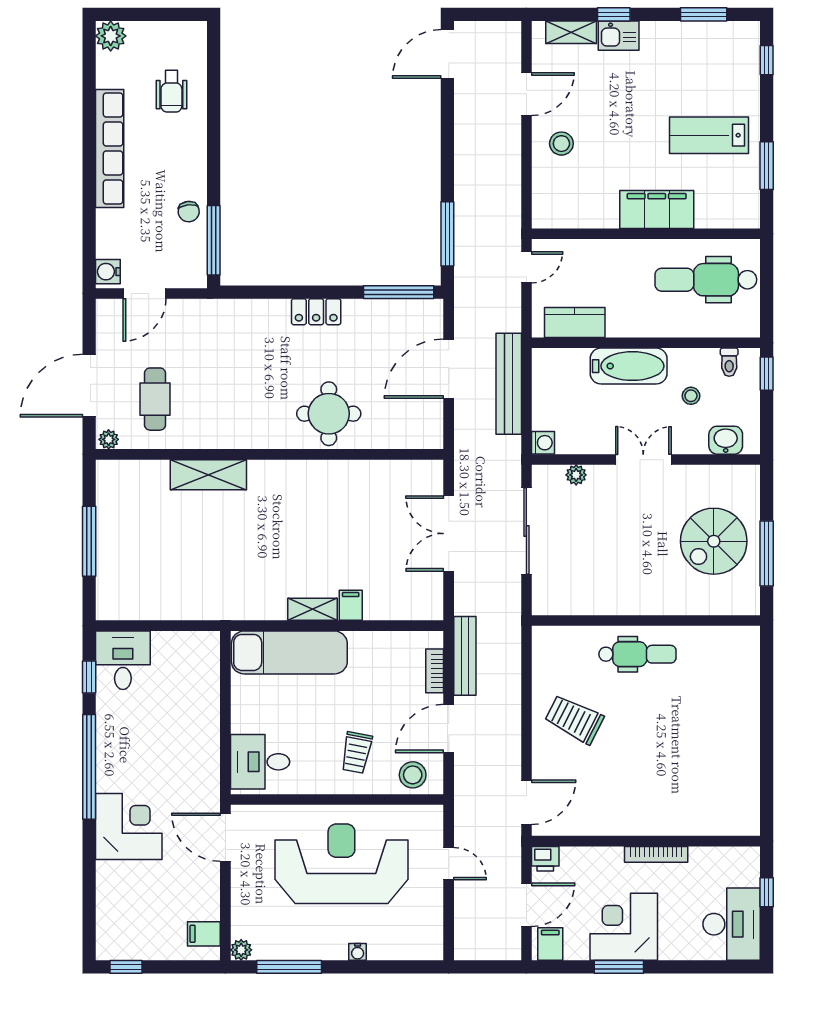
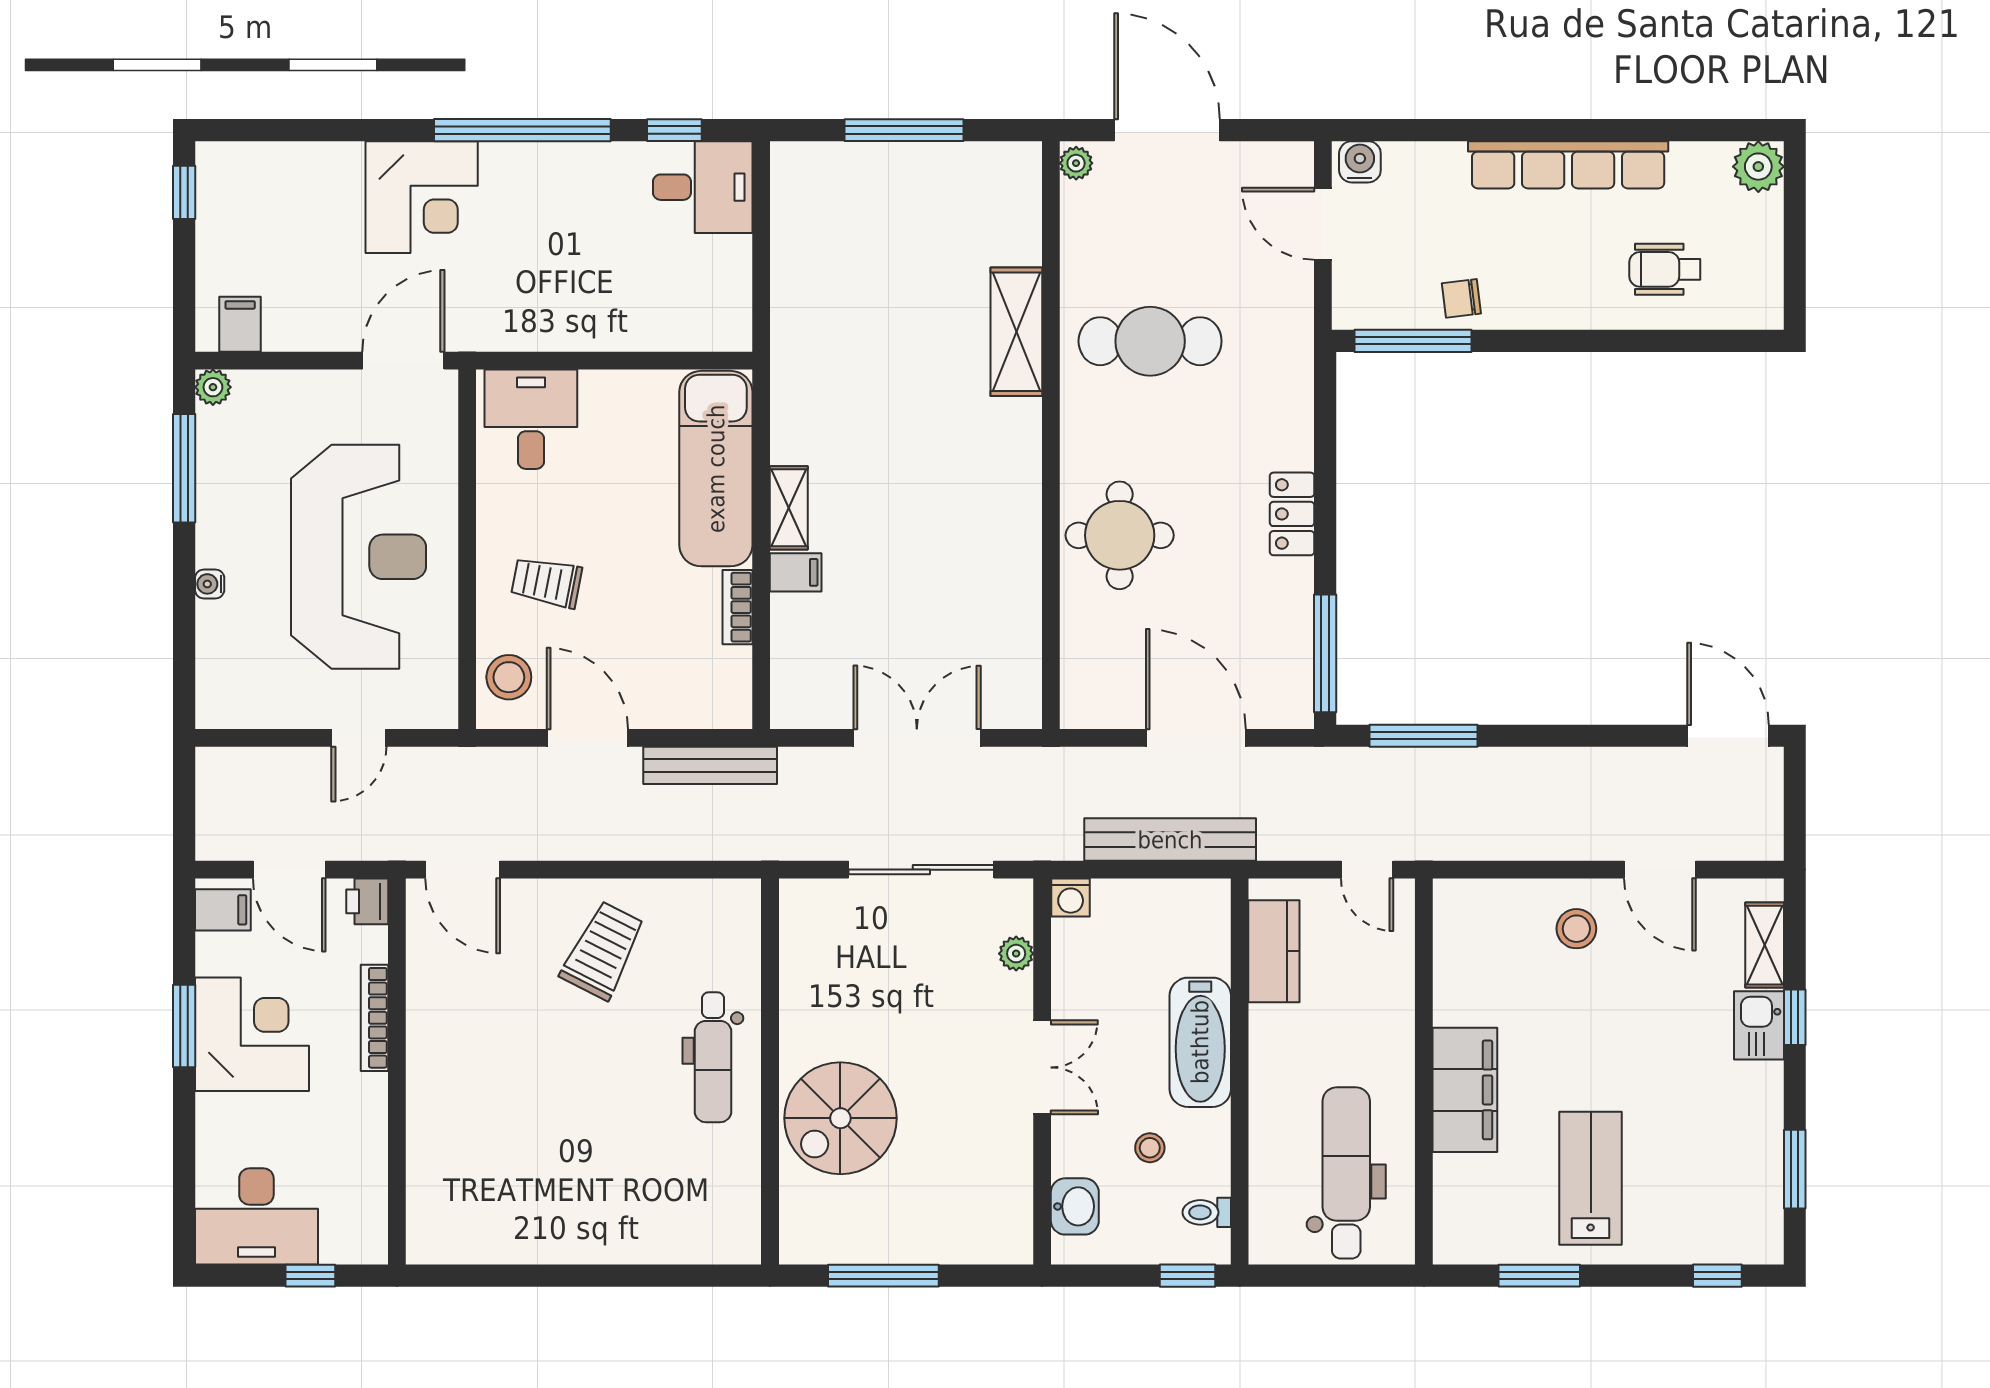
cafe table: (155, 399) -> (1150, 341), moved, width x1.37, depth x1.35
spiral stairs: (714, 541) -> (840, 1118), moved, turned -90
bookcase: (435, 671) -> (738, 607), moved, turned -90
bookcase: (656, 854) -> (375, 1018), moved

